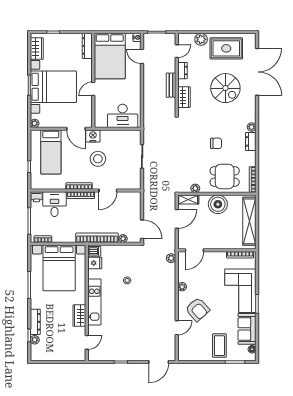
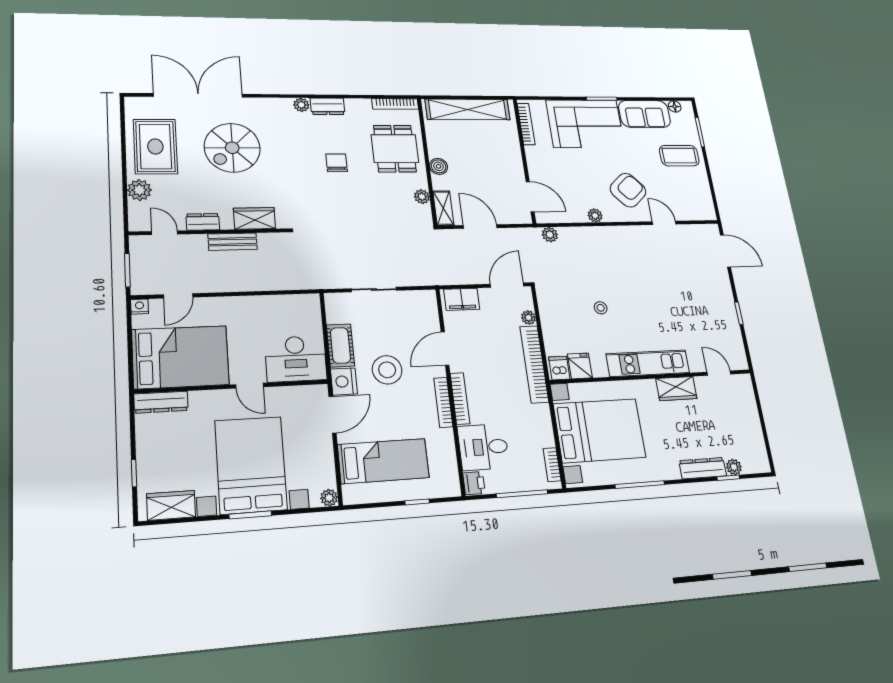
spiral stairs: (225, 88) -> (232, 148), turned 180
desk: (123, 116) -> (296, 359), moved, turned 90
cot: (112, 136) -> (340, 345), added
door: (108, 191) -> (445, 349), swing flipped
filing cabinet: (135, 203) -> (462, 299), added
boiler: (218, 204) -> (439, 166), width x0.54, depth x0.54

